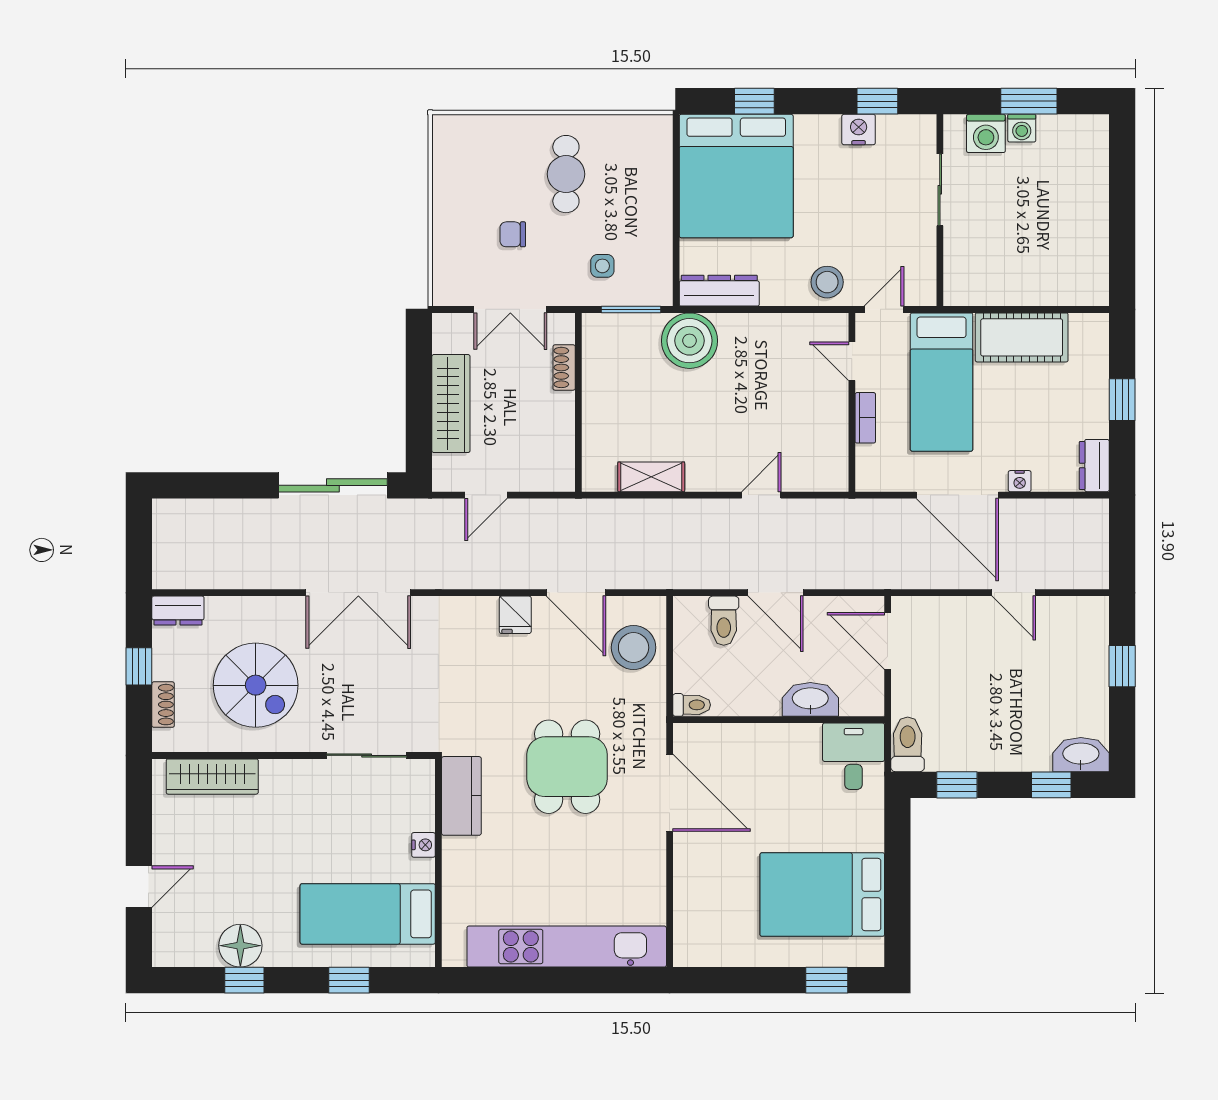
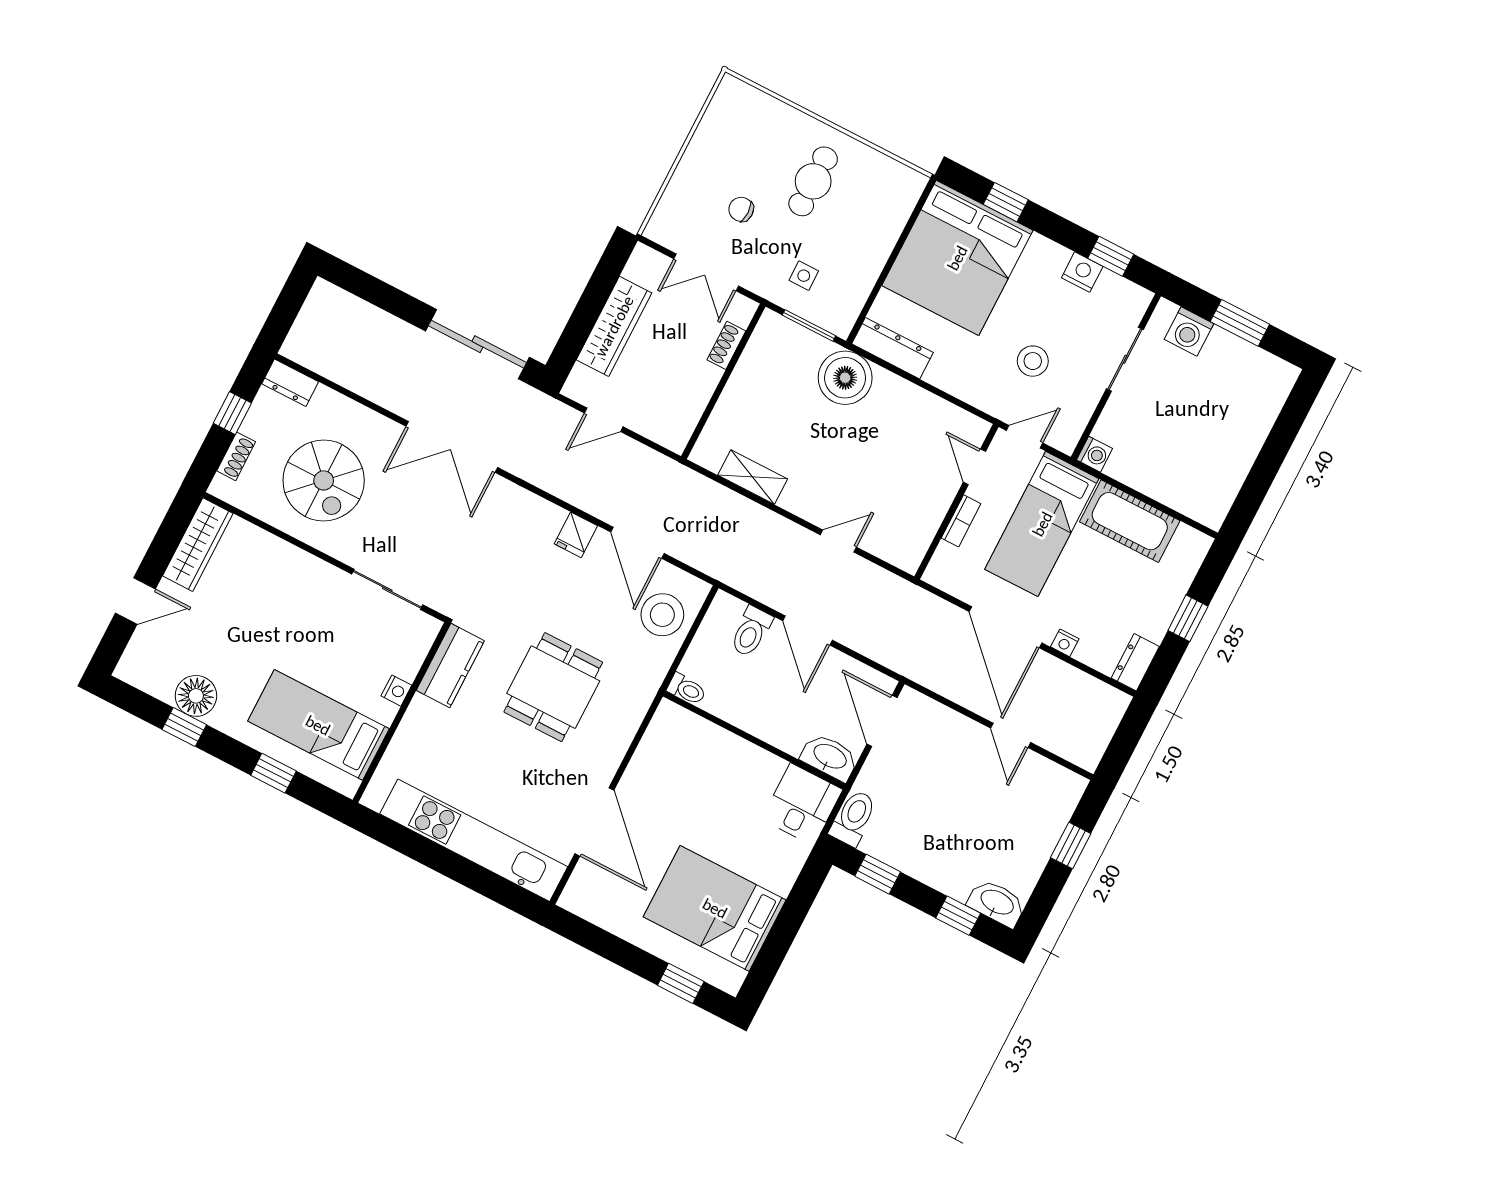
washing machine: (1022, 128) -> (1094, 454), moved, turned -90
stool: (827, 282) -> (1033, 361), moved
washbasin: (810, 699) -> (830, 757), moved
wardrobe: (212, 777) -> (198, 545), moved, turned -90
door: (670, 793) -> (594, 822), moved

